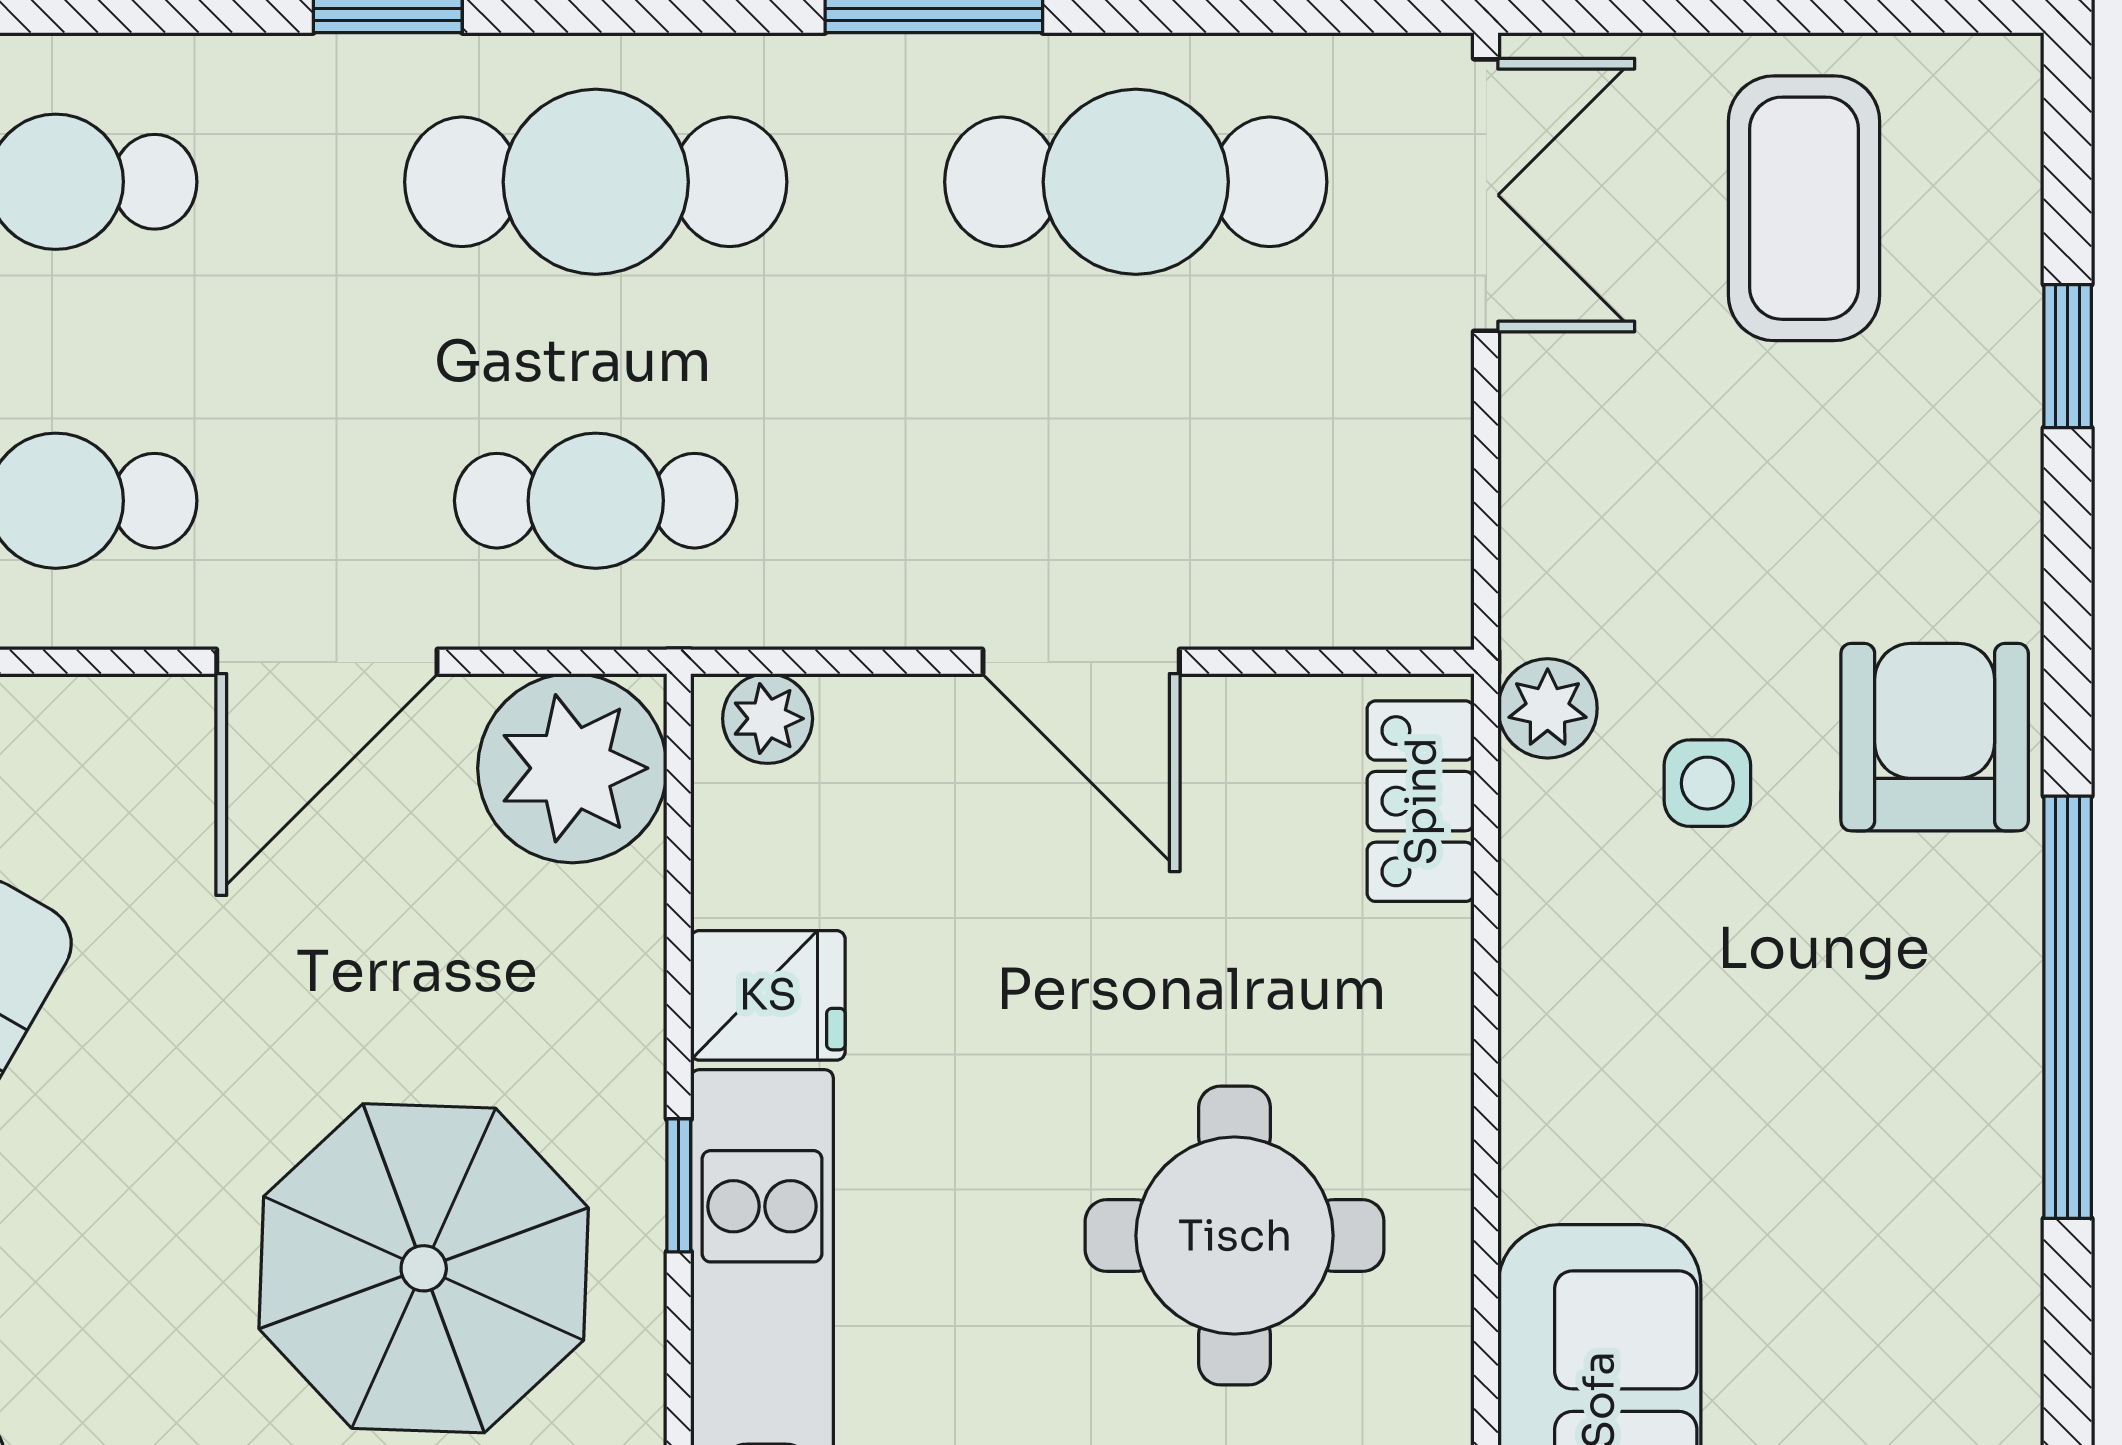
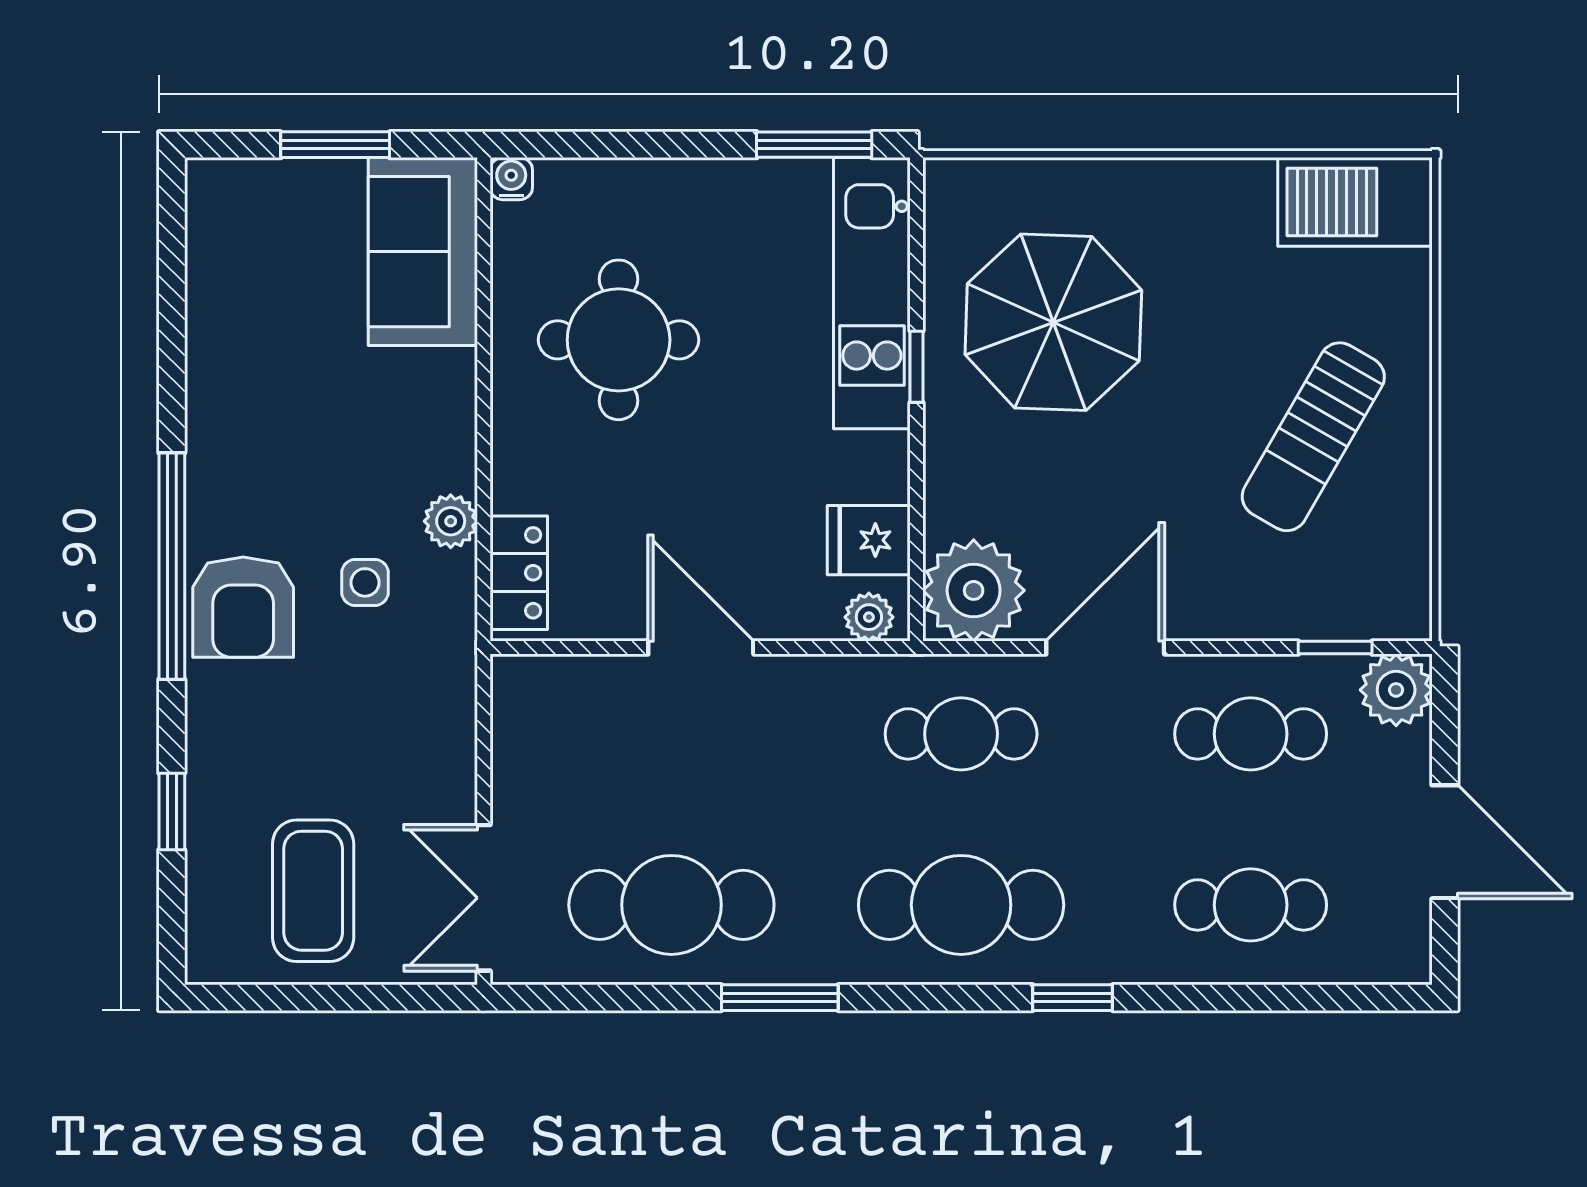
plant: (1548, 708) -> (451, 521), moved
fridge: (768, 995) -> (869, 540), moved
window: (2068, 1007) -> (172, 566), moved

